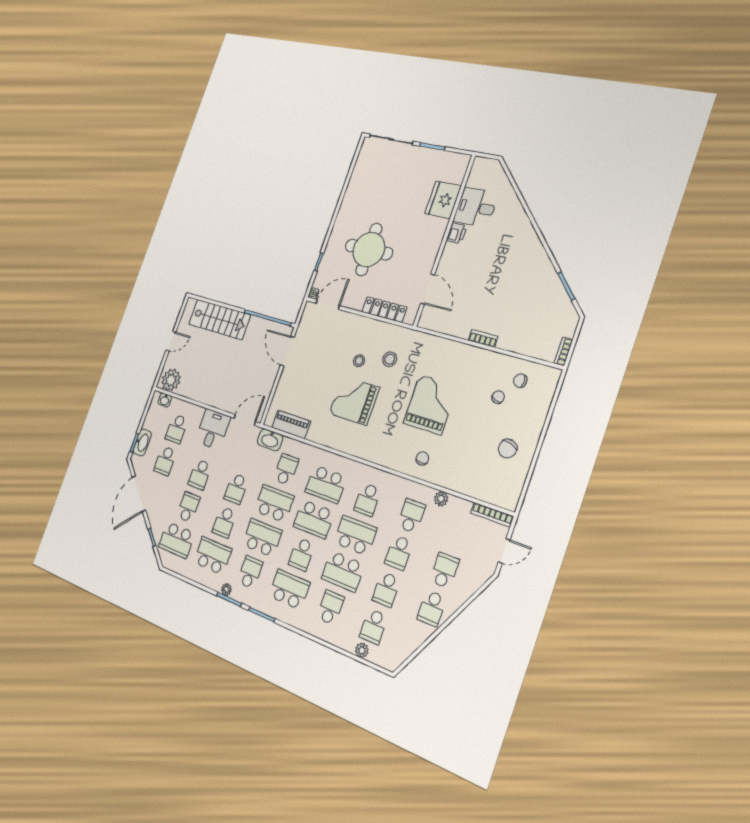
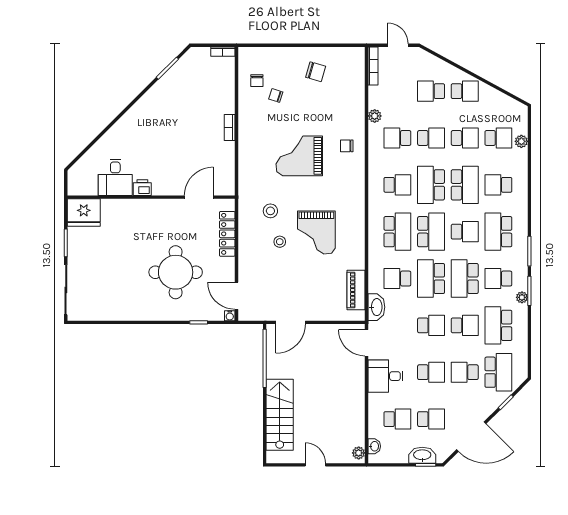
fridge: (443, 200) -> (84, 213), moved
plant: (171, 380) -> (359, 453), width x0.53, depth x0.53

